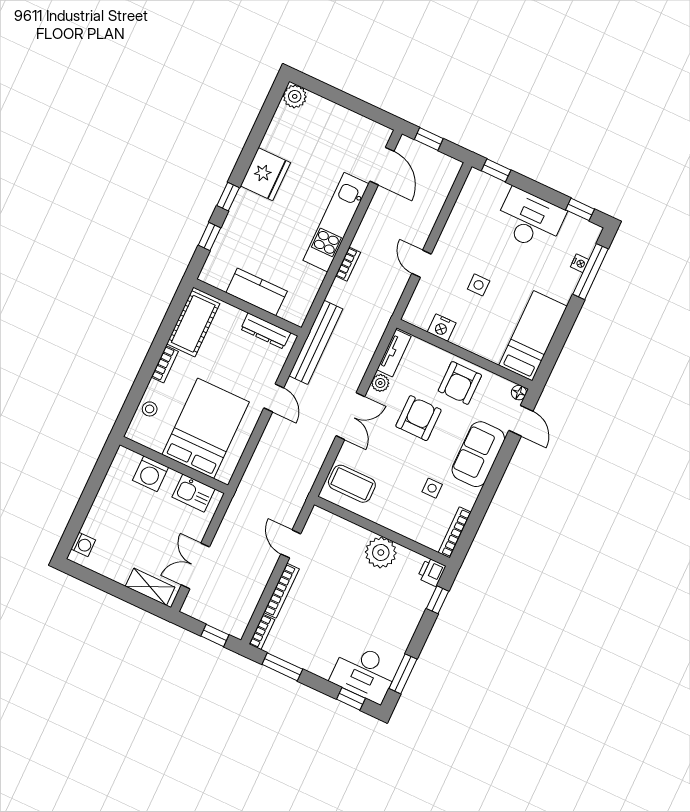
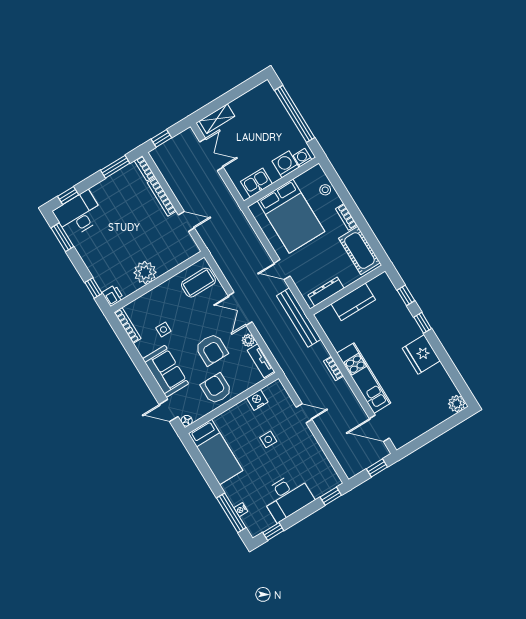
window: (86, 501) -> (295, 114), added
washing machine: (83, 545) -> (302, 158), moved, turned 90

